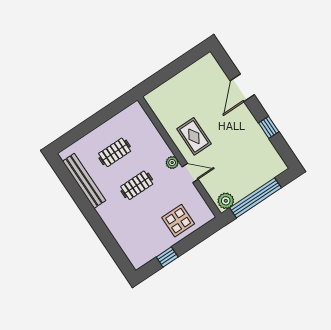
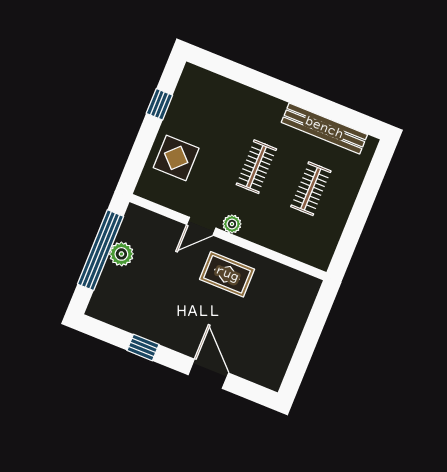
plant: (226, 201) -> (121, 254), moved

